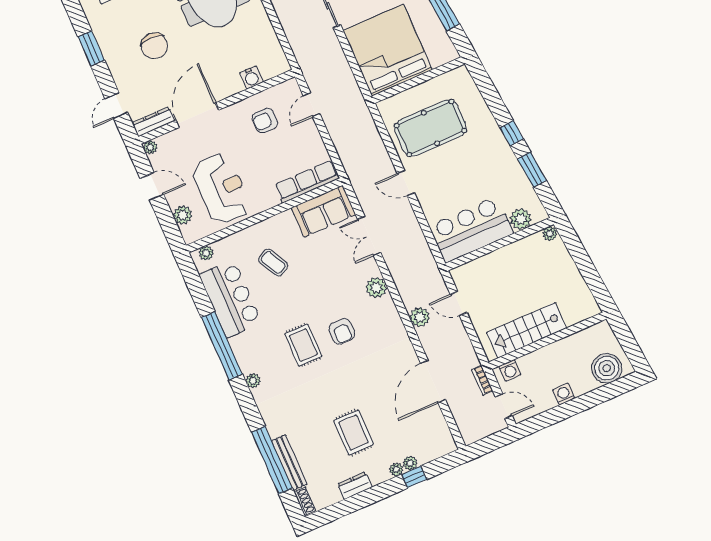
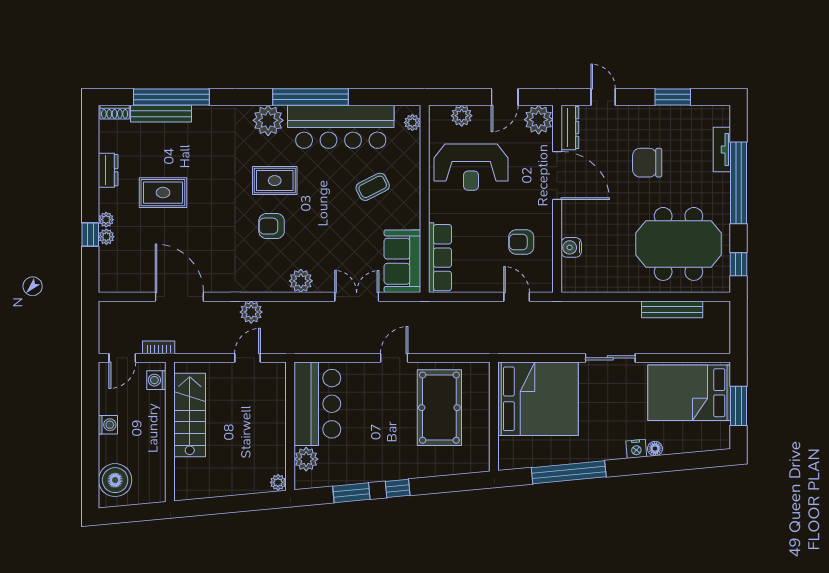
armchair: (265, 121) -> (521, 242), turned -90
plant: (150, 147) -> (539, 120), width x1.88, depth x1.88
bar counter: (230, 299) -> (341, 127), width x1.36
plant: (253, 381) -> (268, 120), width x1.88, depth x1.88

